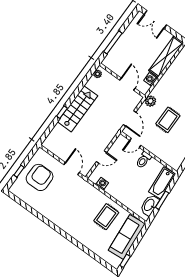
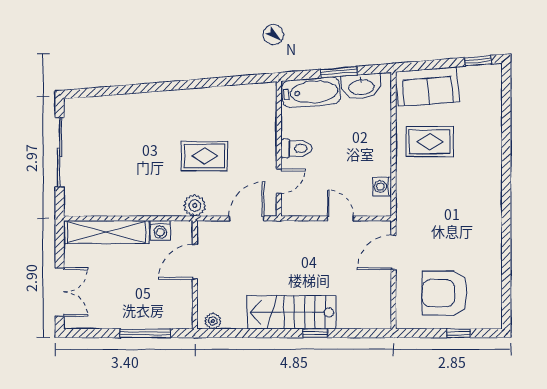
door: (135, 143) -> (279, 181), hinge flipped
sofa: (127, 237) -> (428, 87), width x0.73

